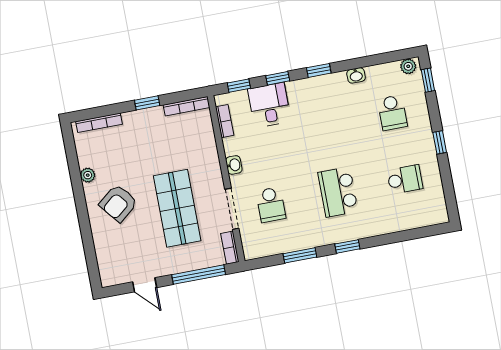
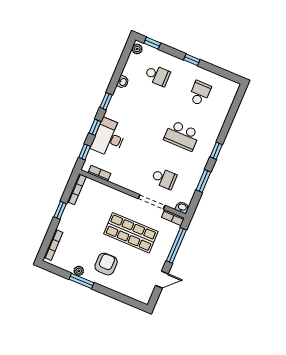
desk: (269, 105) -> (109, 138), width x1.37
washbasin: (234, 165) -> (182, 207), moved
window: (78, 187) -> (82, 281), added
armchair: (118, 203) -> (106, 264), turned -141

